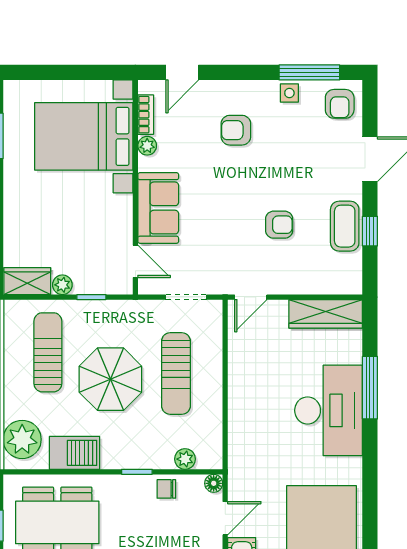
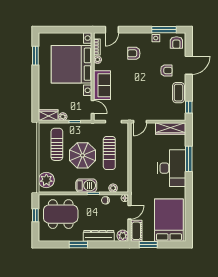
bed with nightstands: (84, 136) -> (72, 64), width x1.36
armchair: (279, 225) -> (166, 71), moved
window: (370, 231) -> (189, 107), moved
barbecue: (74, 453) -> (86, 186), moved

